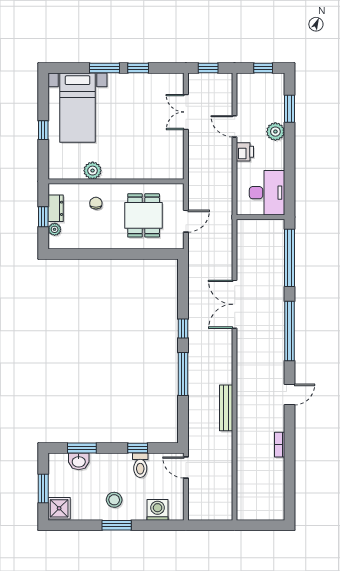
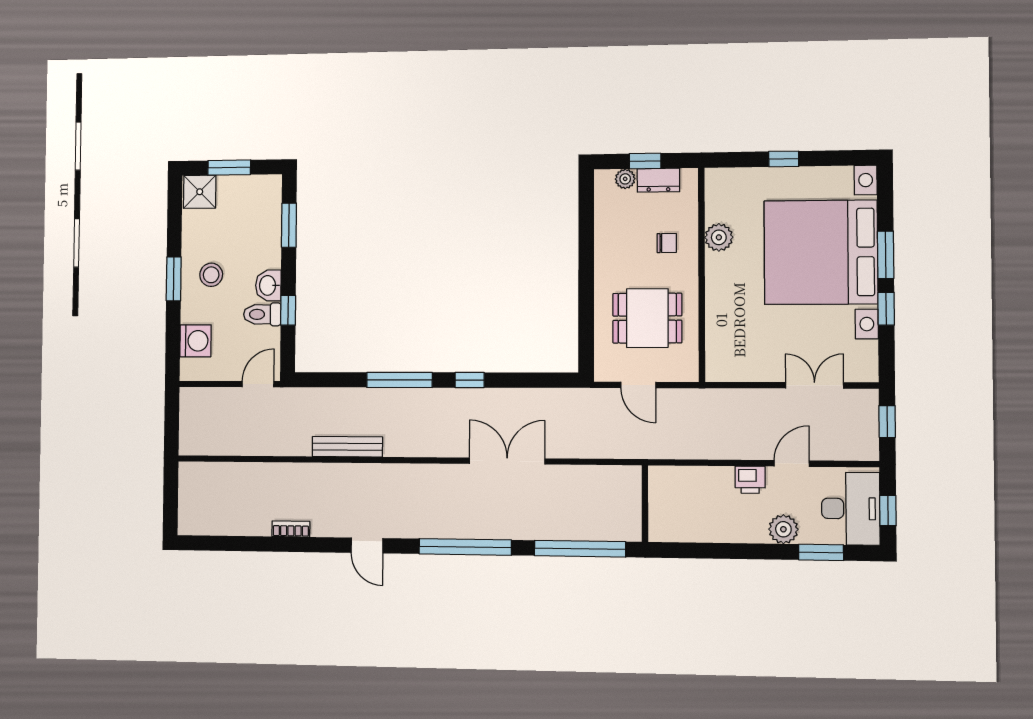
bed with nightstands: (78, 108) -> (821, 252), width x1.85
desk: (267, 193) -> (851, 509), moved, turned -90
washbasin: (79, 461) -> (268, 285), moved

